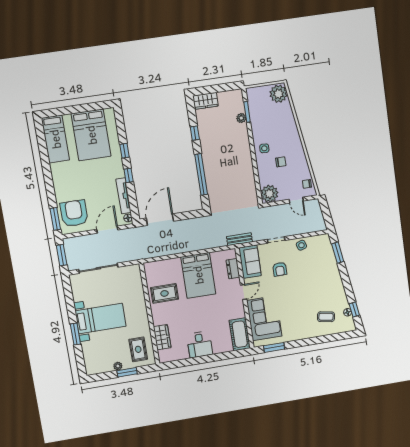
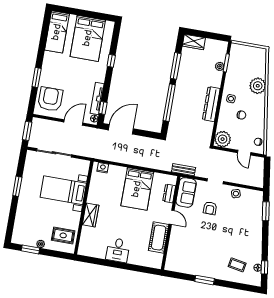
plant: (278, 94) -> (258, 86), moved
window: (195, 133) -> (176, 66), width x2.17
dresser: (246, 161) -> (211, 104), added
window: (129, 175) -> (103, 108), moved
window: (55, 219) -> (37, 78), moved
nightstand: (155, 266) -> (103, 168), added
door: (244, 292) -> (172, 217), hinge flipped
rug: (165, 293) -> (103, 194), removed
corner sofa: (264, 318) -> (182, 247), removed
bed with nightstands: (101, 319) -> (63, 190), moved, turned 180
window: (75, 334) -> (17, 186), moved
cot: (240, 334) -> (159, 238), moved
wardrobe: (162, 337) -> (91, 215), moved
window: (274, 347) -> (205, 280), moved
rug: (138, 349) -> (63, 235), turned 90
window: (127, 372) -> (30, 249), moved

